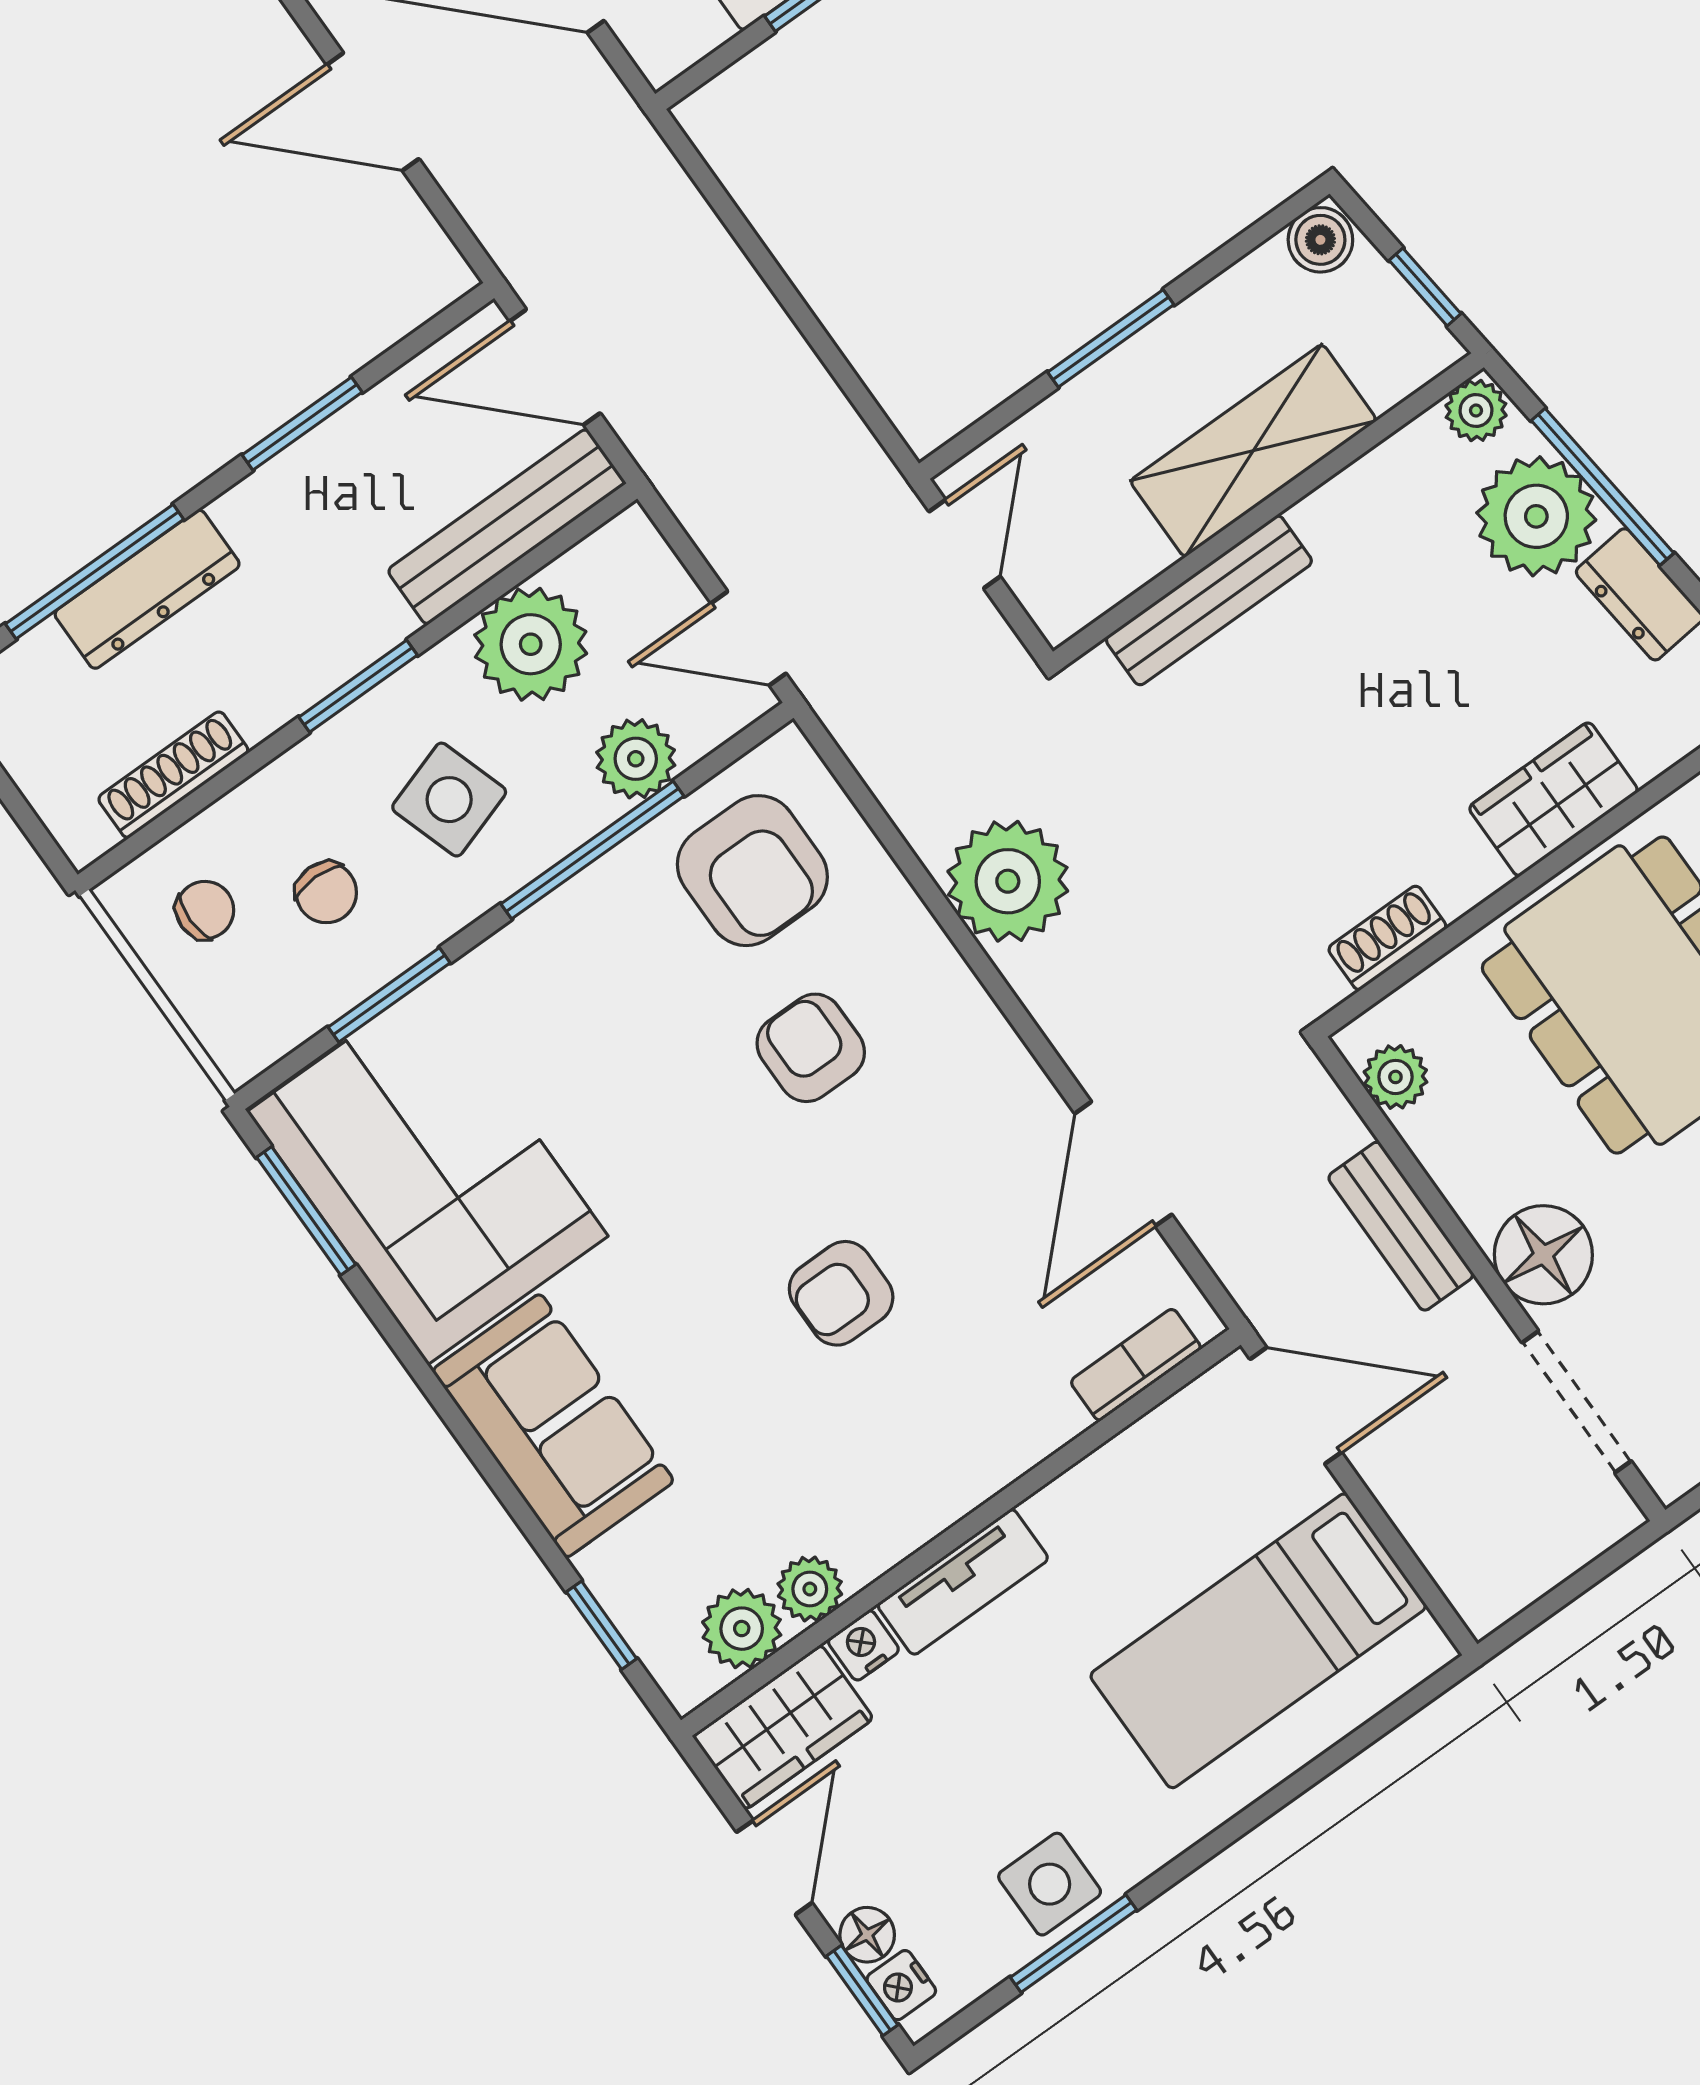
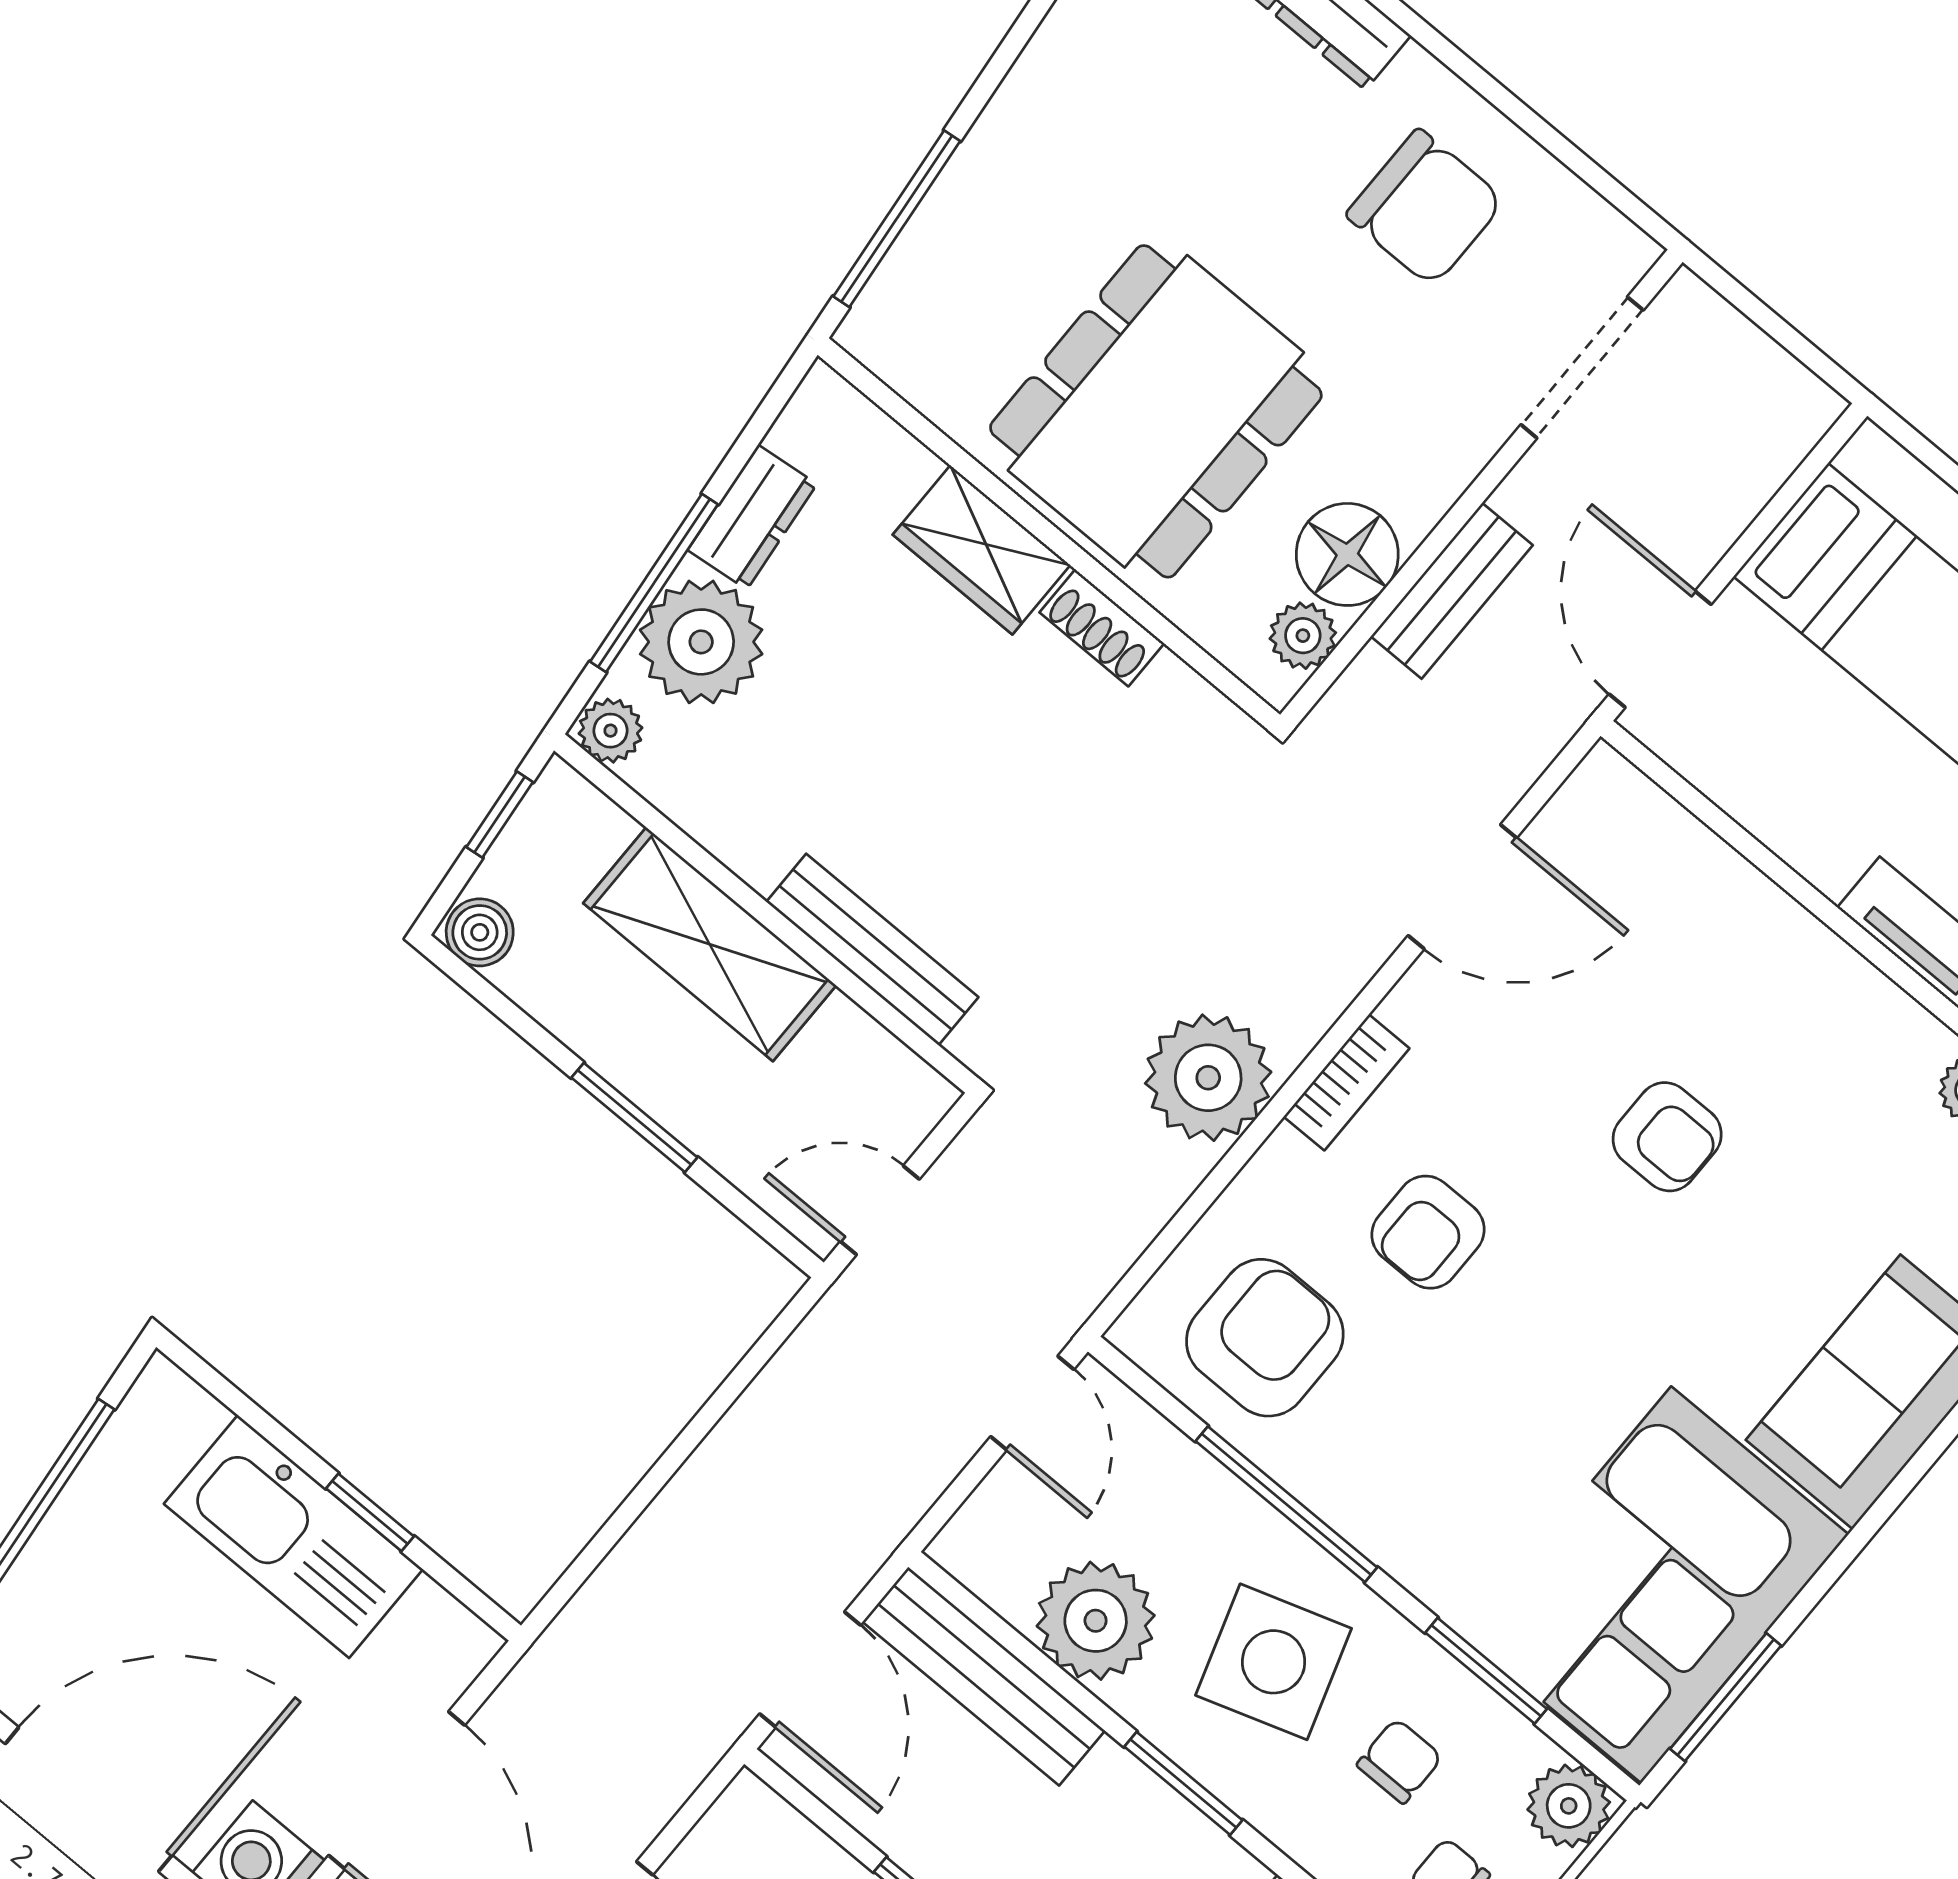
plant: (636, 759) -> (1569, 1806), moved
side table: (449, 800) -> (1274, 1662), width x1.37, depth x1.37
shoe rack: (1387, 938) -> (1102, 628), moved
floor lamp: (1543, 1255) -> (1347, 554), moved
bookcase: (1136, 1365) -> (1346, 1082), moved, turned -90

